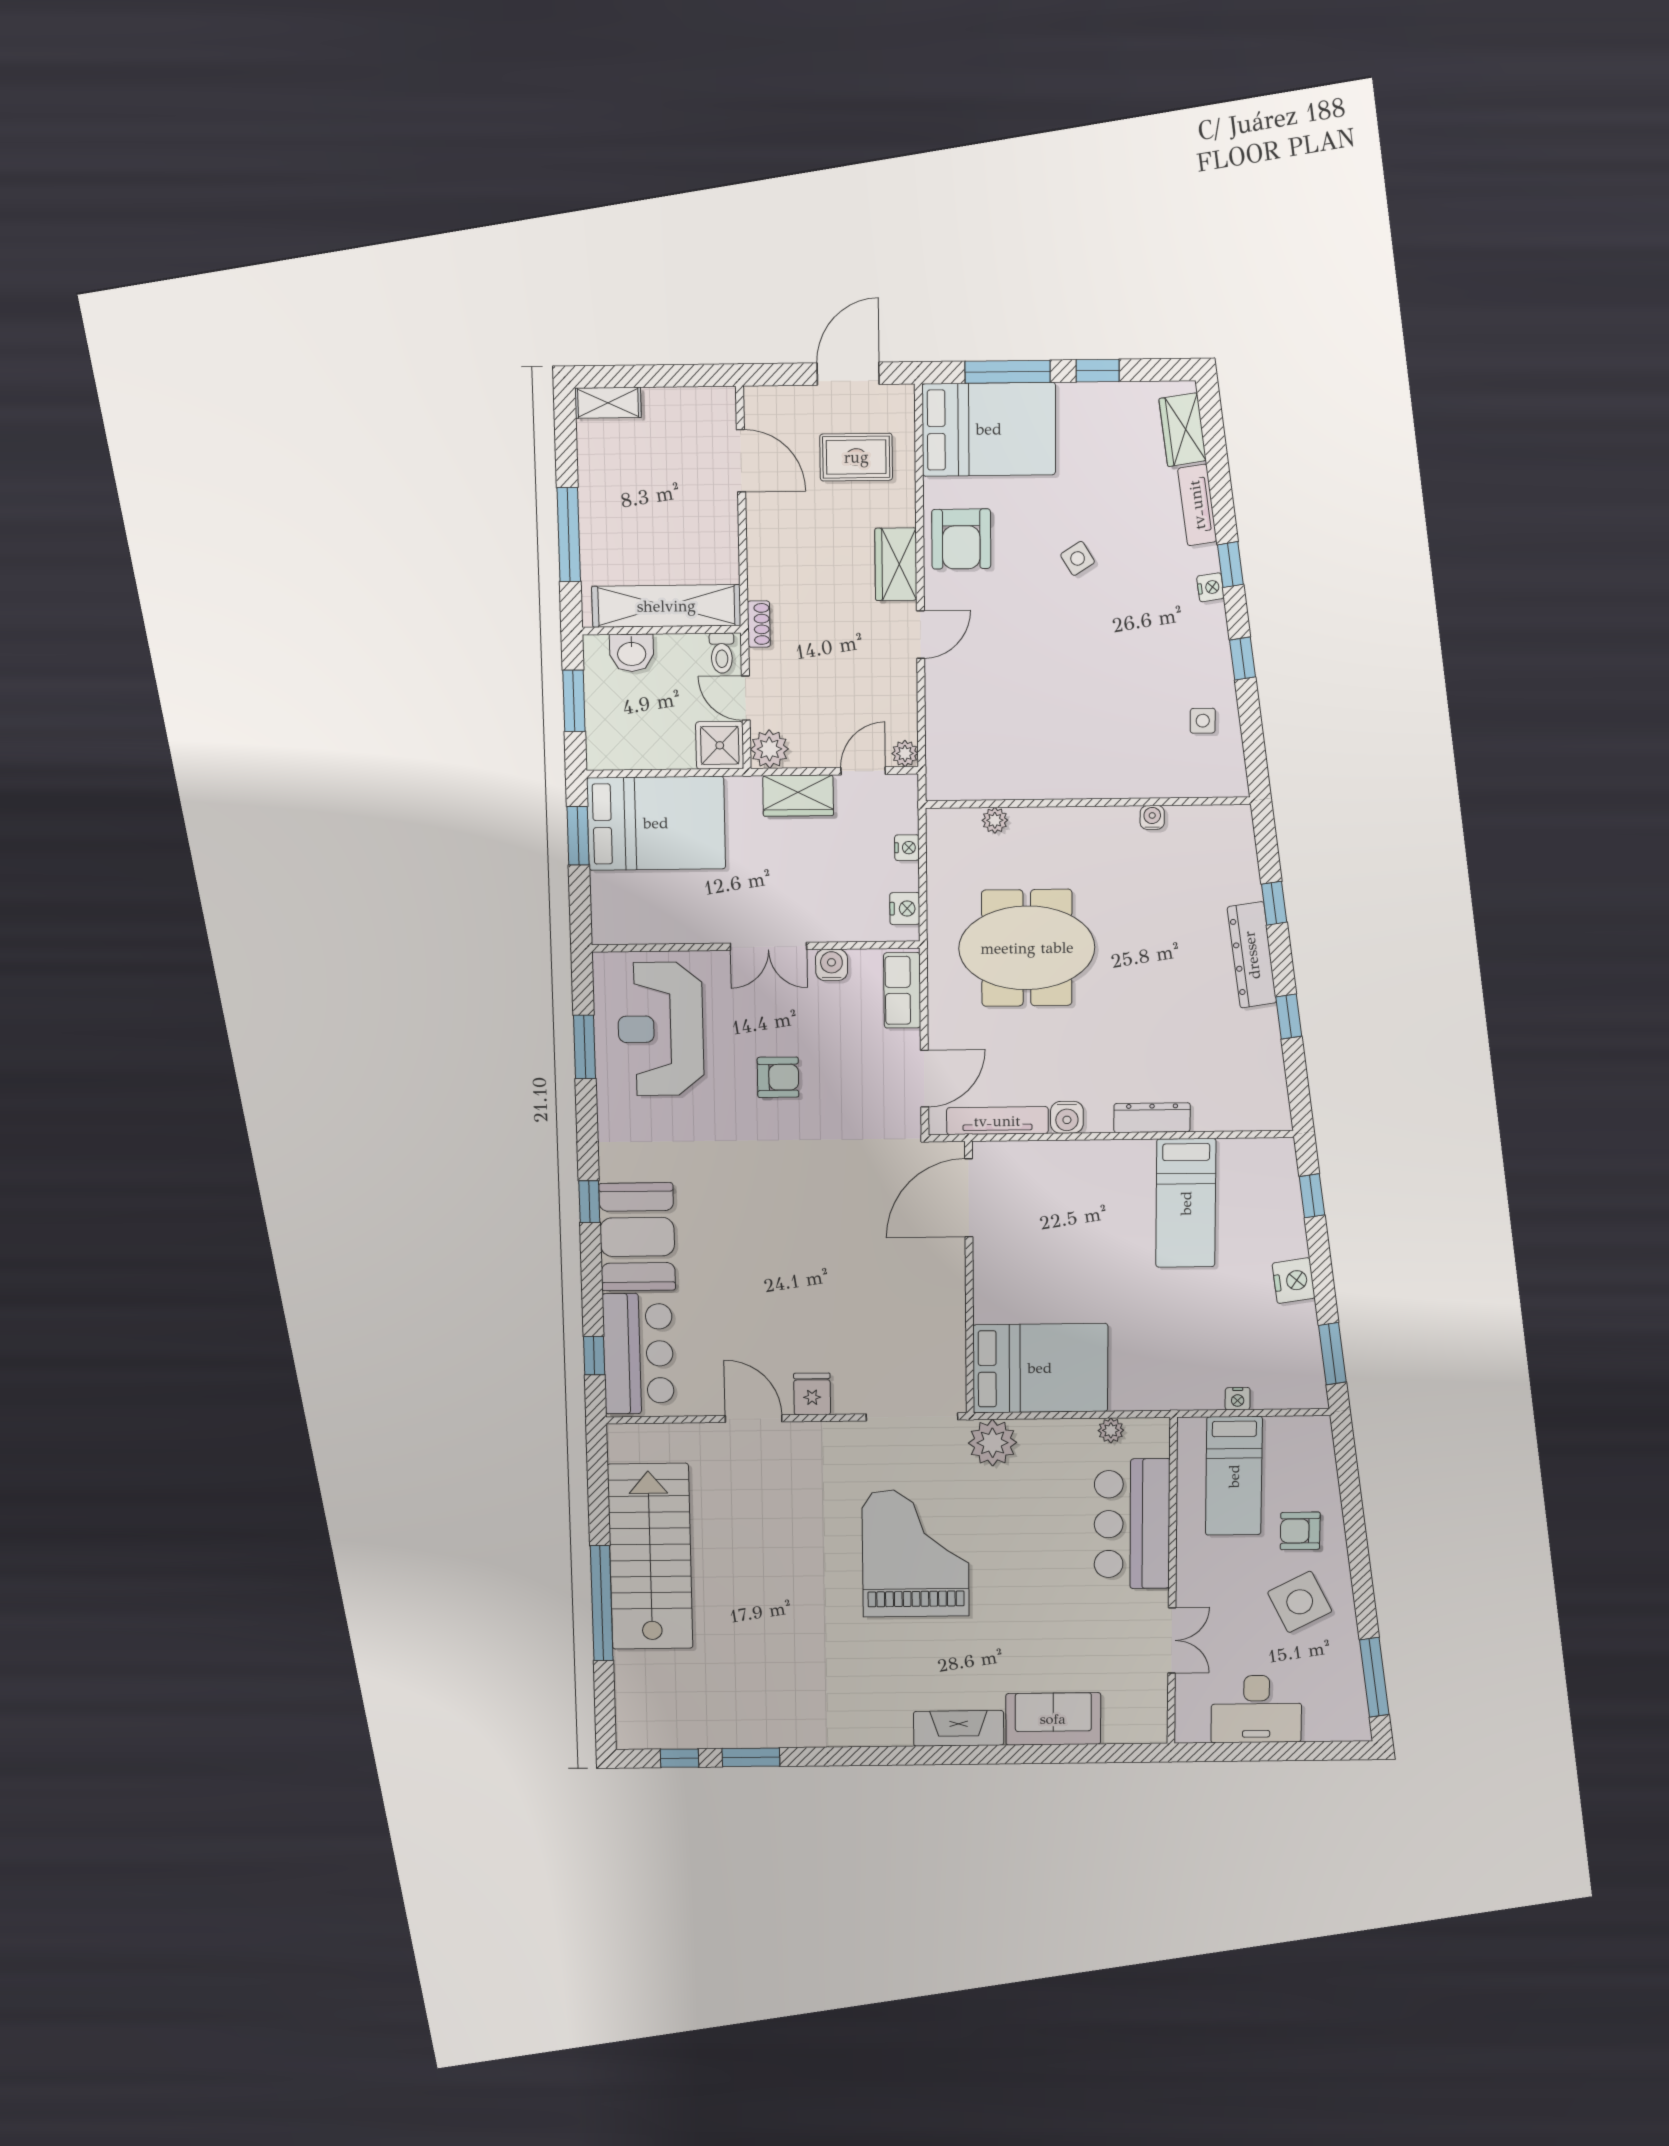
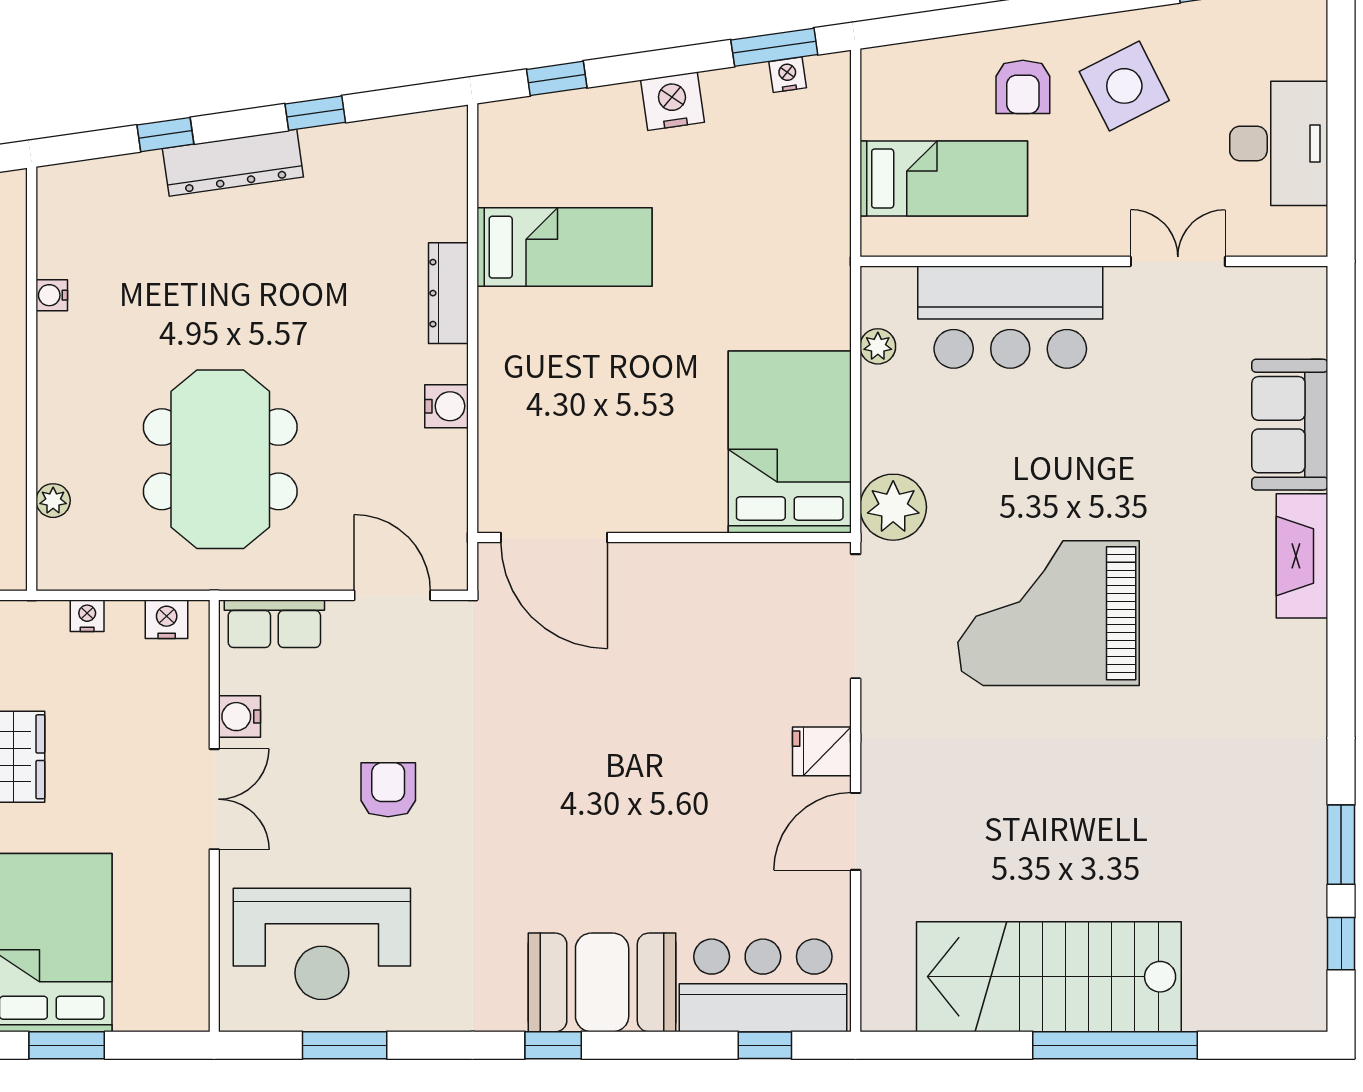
tv unit: (997, 1121) -> (450, 499), removed
nightstand: (1238, 1399) -> (788, 75), moved, turned -98

